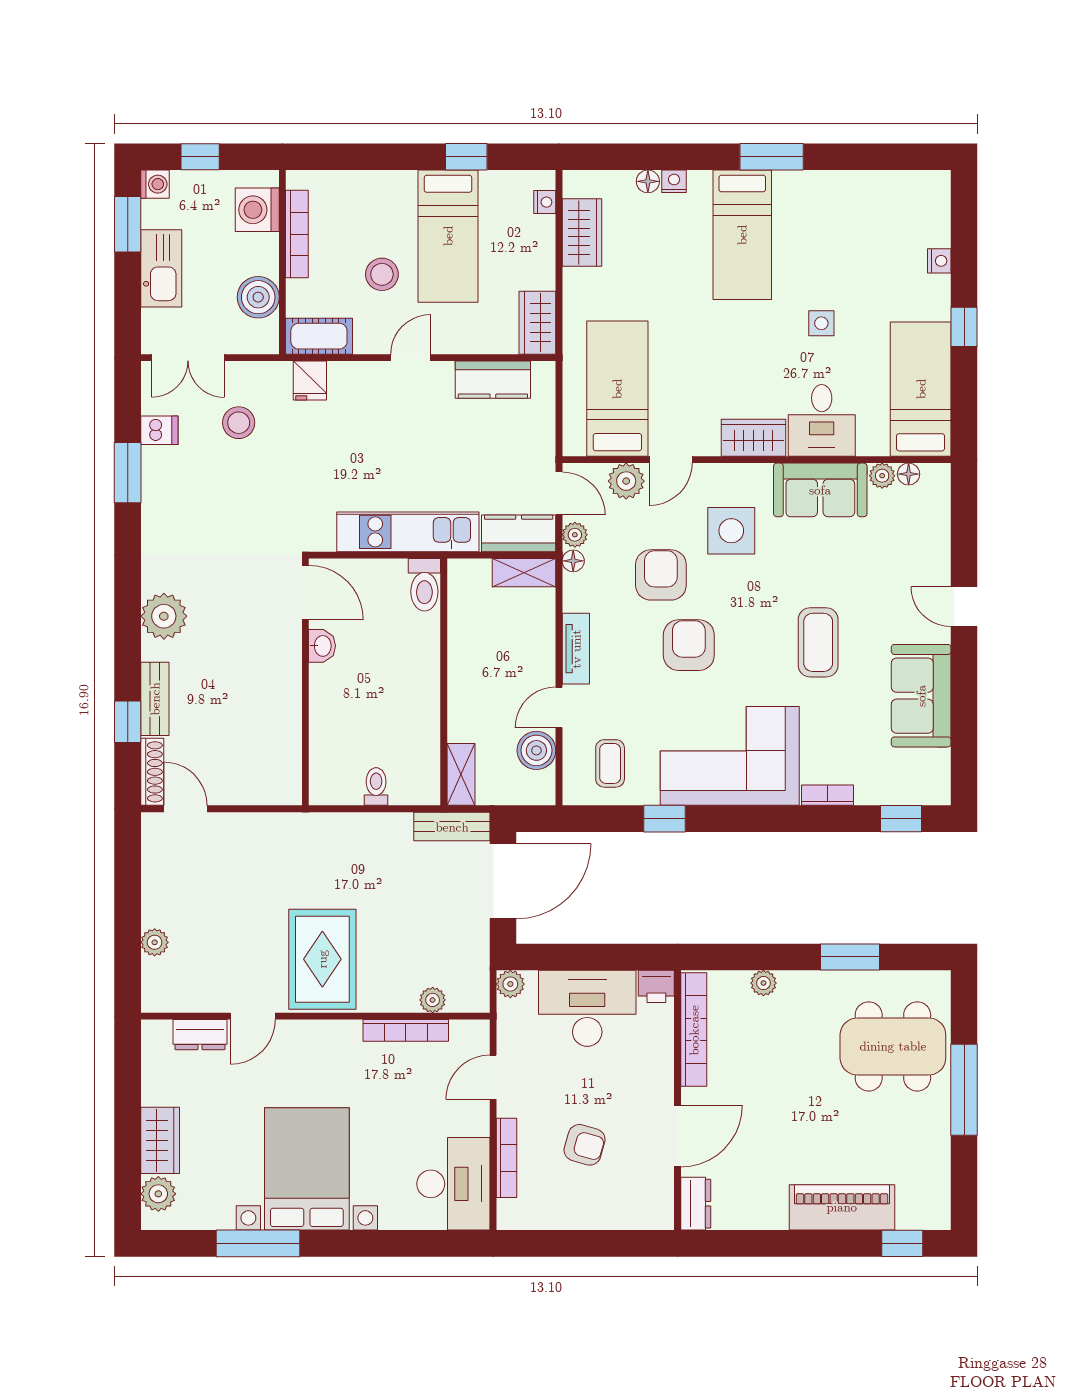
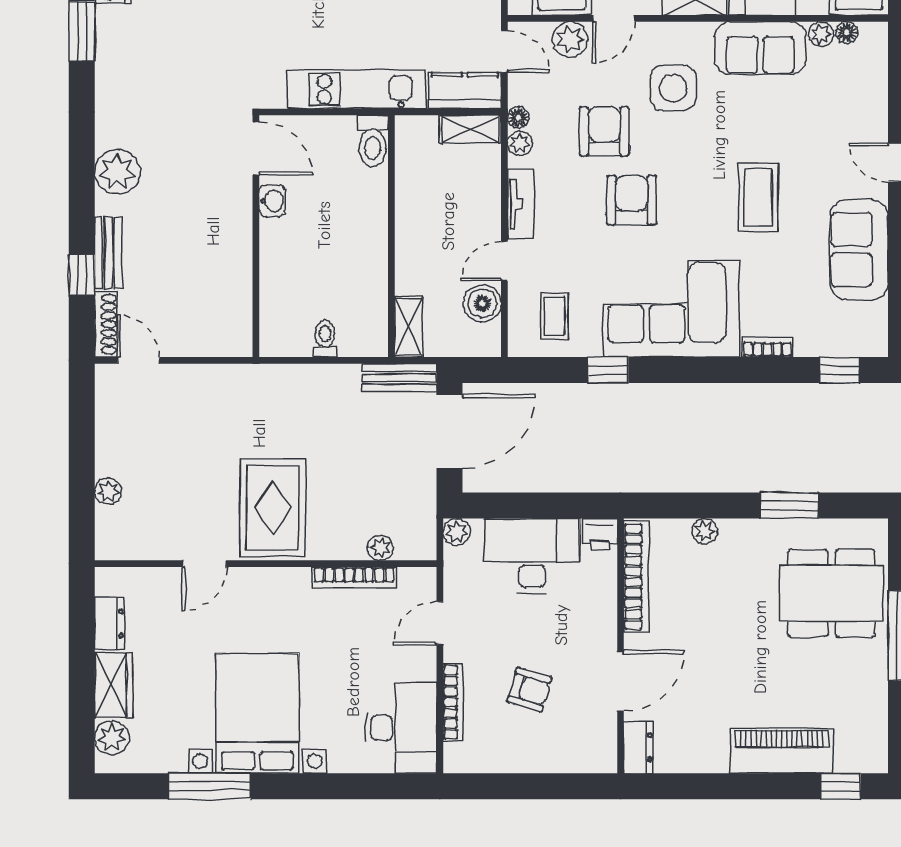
plant: (575, 535) -> (520, 143), moved
dresser: (200, 1035) -> (110, 624), moved, turned -90

